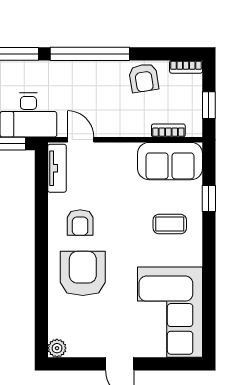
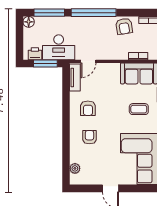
door: (81, 140) -> (88, 61), swing flipped
armchair: (83, 273) -> (89, 137), width x0.53, depth x0.53
plant: (57, 348) -> (75, 168), moved

